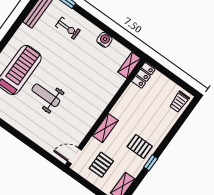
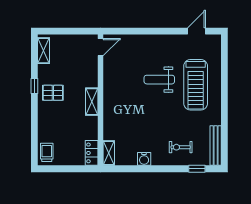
weight bench: (46, 95) -> (159, 80), turned 180
shelving: (105, 128) -> (92, 102), moved
pallet: (101, 165) -> (74, 55), removed

